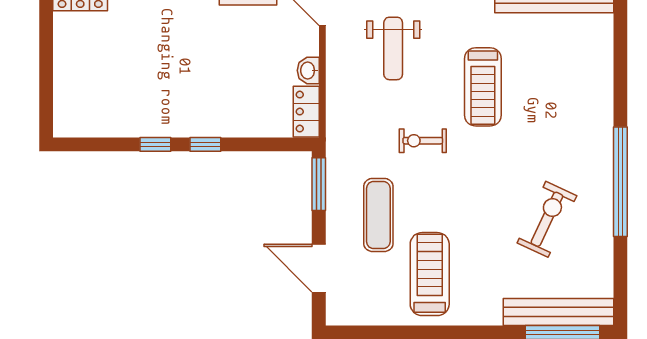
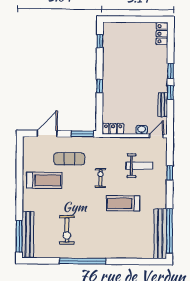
weight bench: (393, 48) -> (139, 166), turned 180
washbasin: (308, 70) -> (142, 130), moved
window: (155, 144) -> (100, 41), moved
exercise bike: (547, 219) -> (67, 230), turned 65

